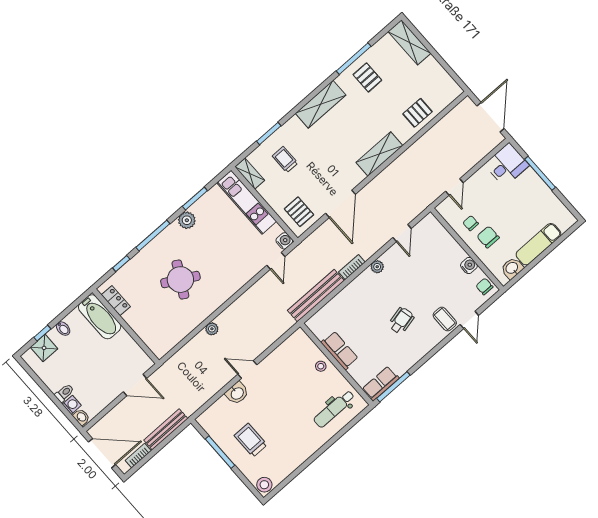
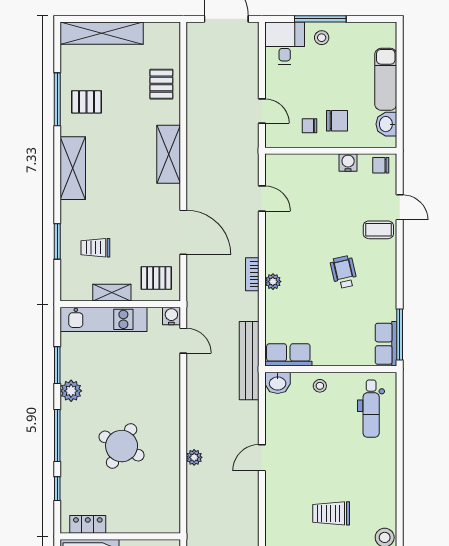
shelving: (410, 42) -> (102, 33), width x1.47
shelving: (250, 174) -> (112, 293), moved
stool: (530, 184) -> (322, 38), added
chair: (488, 237) -> (337, 121), turned 180
plant: (377, 267) -> (273, 282), moved
bench: (316, 296) -> (249, 361), moved
row of seats: (340, 350) -> (288, 355), moved
washbasin: (237, 393) -> (278, 383), moved, turned 90

